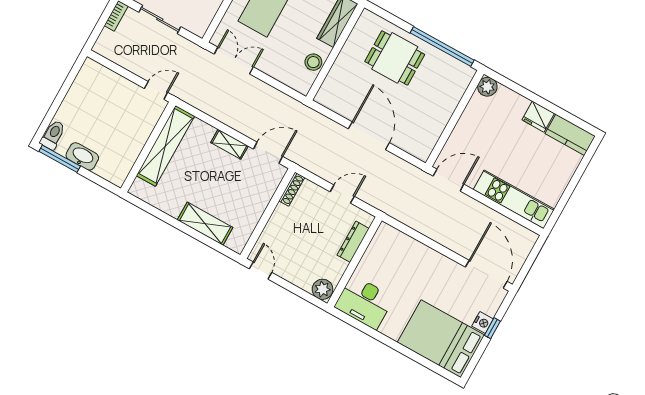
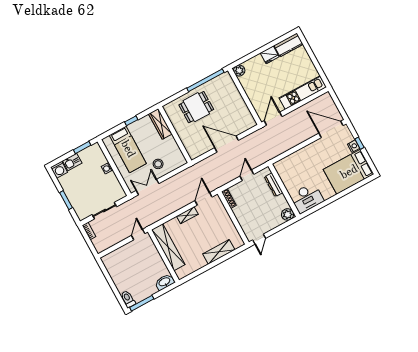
stool: (313, 62) -> (158, 164), moved
washbasin: (82, 156) -> (165, 282), moved
door: (261, 271) -> (259, 239), swing flipped

